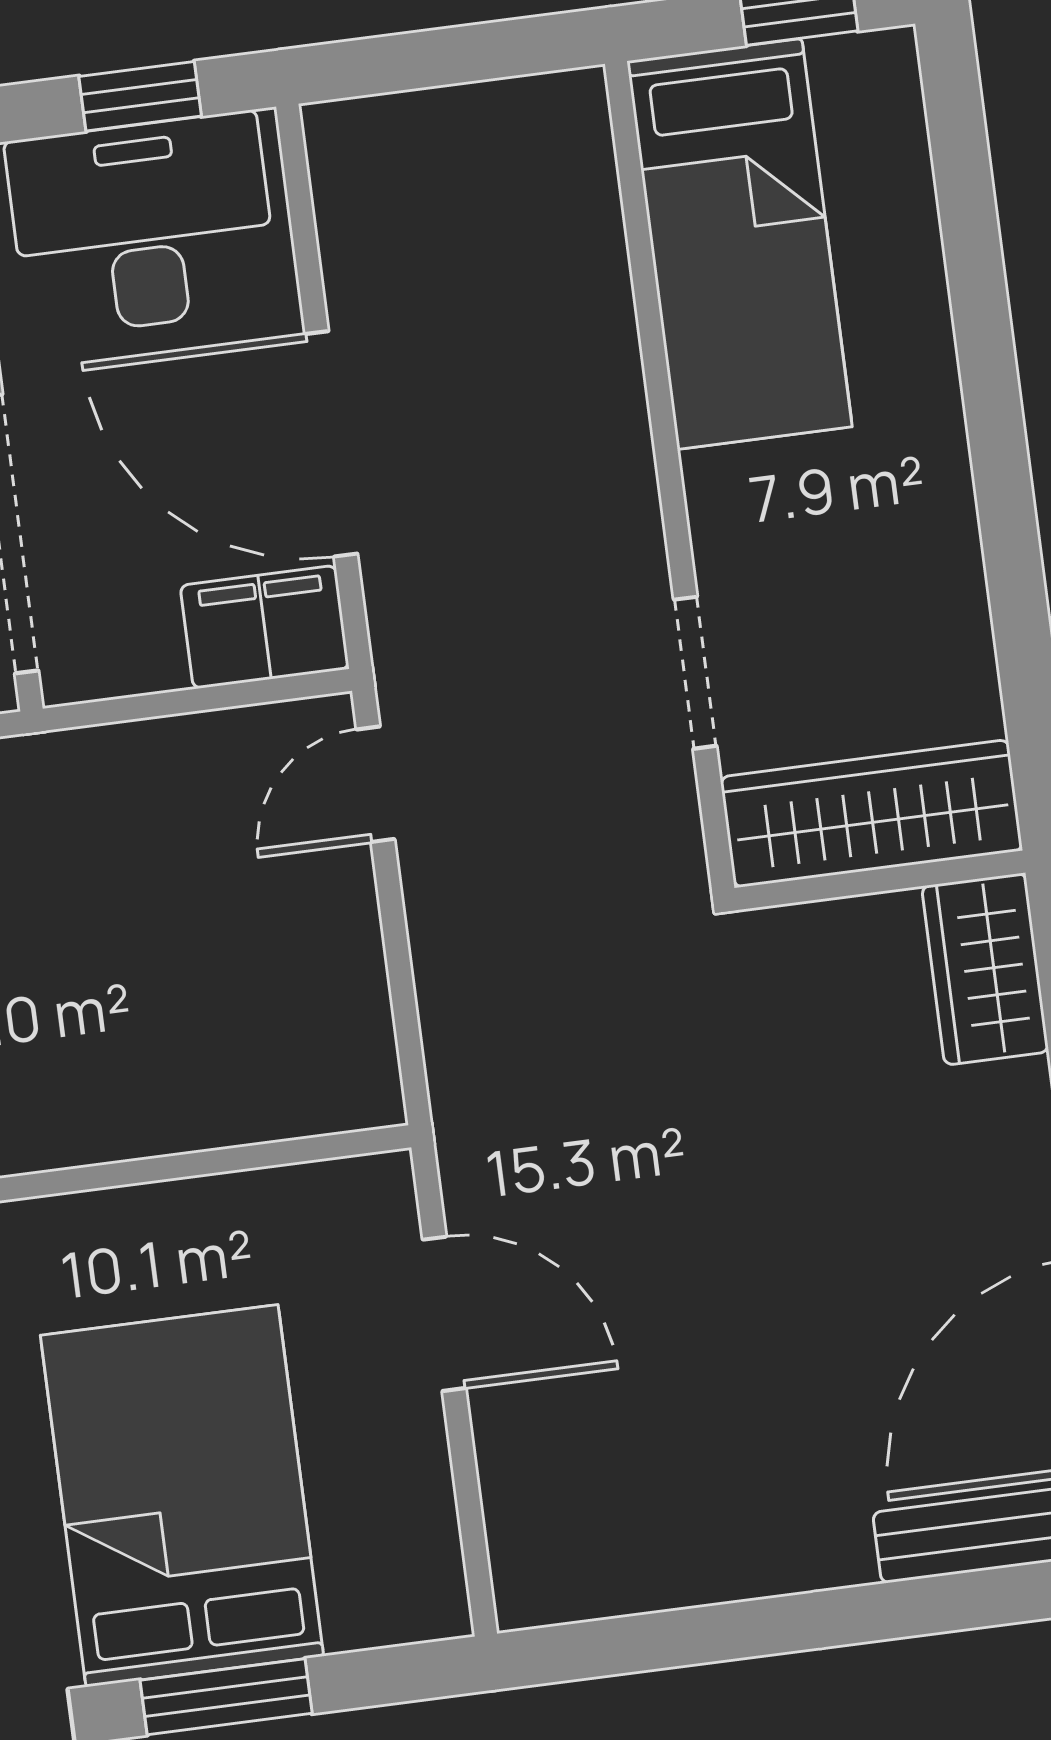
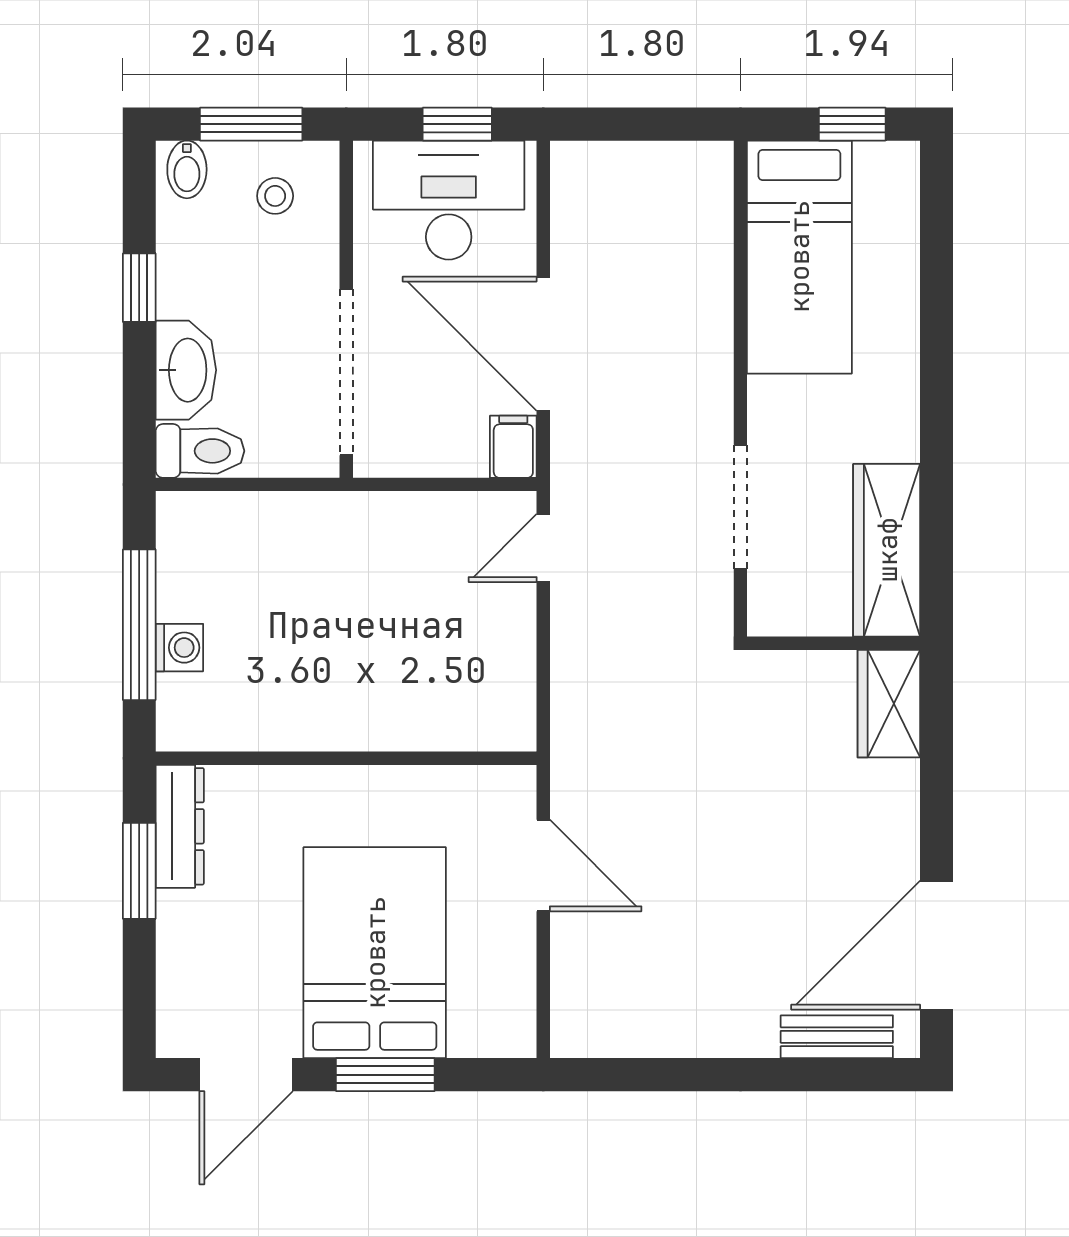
filing cabinet: (265, 627) -> (513, 447), width x0.50
doorway: (695, 673) -> (740, 507), width x1.38
wardrobe: (872, 814) -> (887, 550), moved, turned -90

